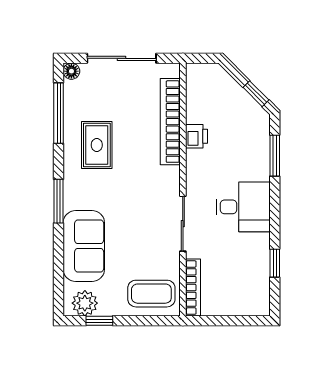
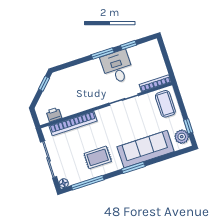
printer: (196, 136) -> (54, 115), moved
window: (275, 156) -> (103, 54), moved
desk: (243, 207) -> (117, 67), moved
sofa: (84, 246) -> (146, 149), width x1.36

